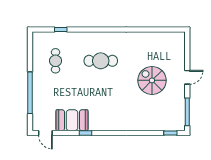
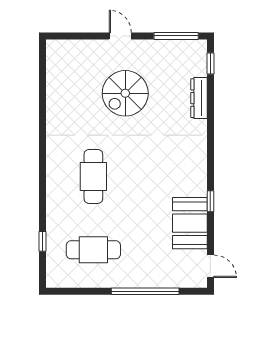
cafe table: (56, 61) -> (93, 250), width x1.37, depth x1.35
dresser: (149, 126) -> (199, 98), added
door: (45, 133) -> (210, 266), hinge flipped

